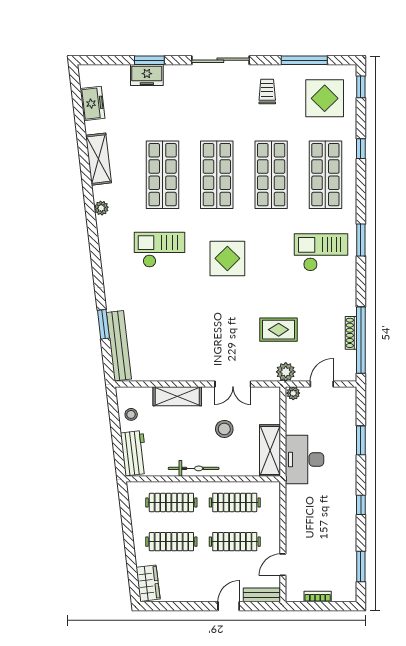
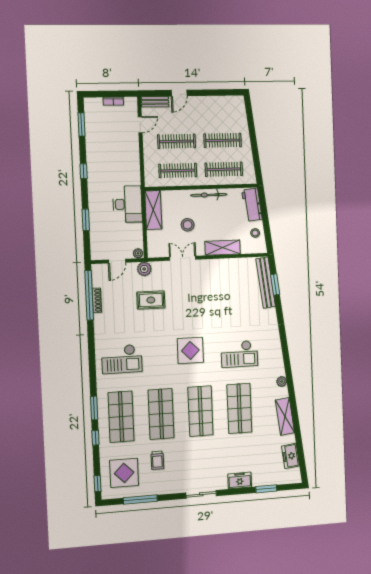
window: (149, 60) -> (266, 489), moved
sliding door: (220, 60) -> (201, 494), width x0.73
freezer: (147, 75) -> (240, 480), moved
trolley: (267, 91) -> (157, 460), moved
window: (361, 240) -> (94, 408), moved
window: (103, 324) -> (275, 284), moved
wardrobe: (148, 583) -> (238, 109), removed

